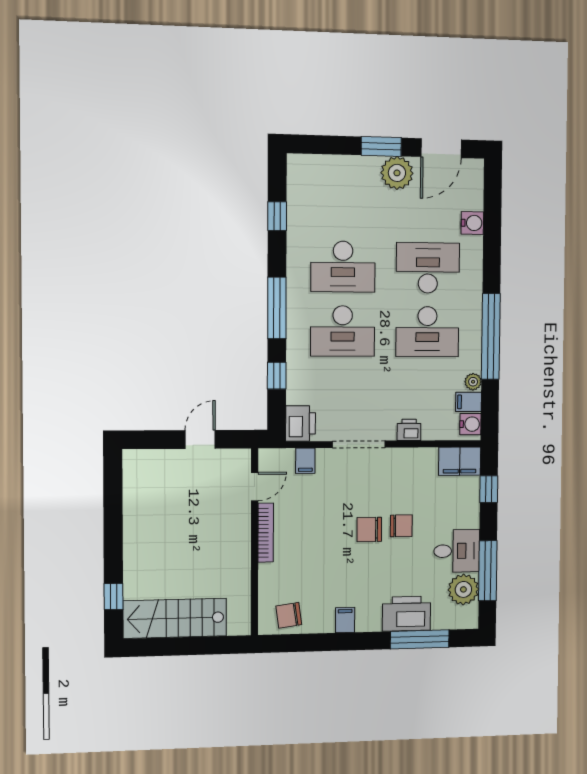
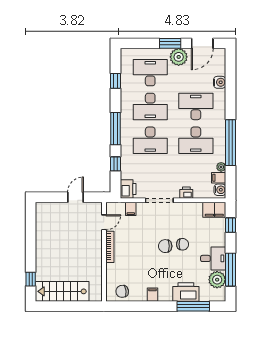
desk: (343, 202) -> (150, 73), added

